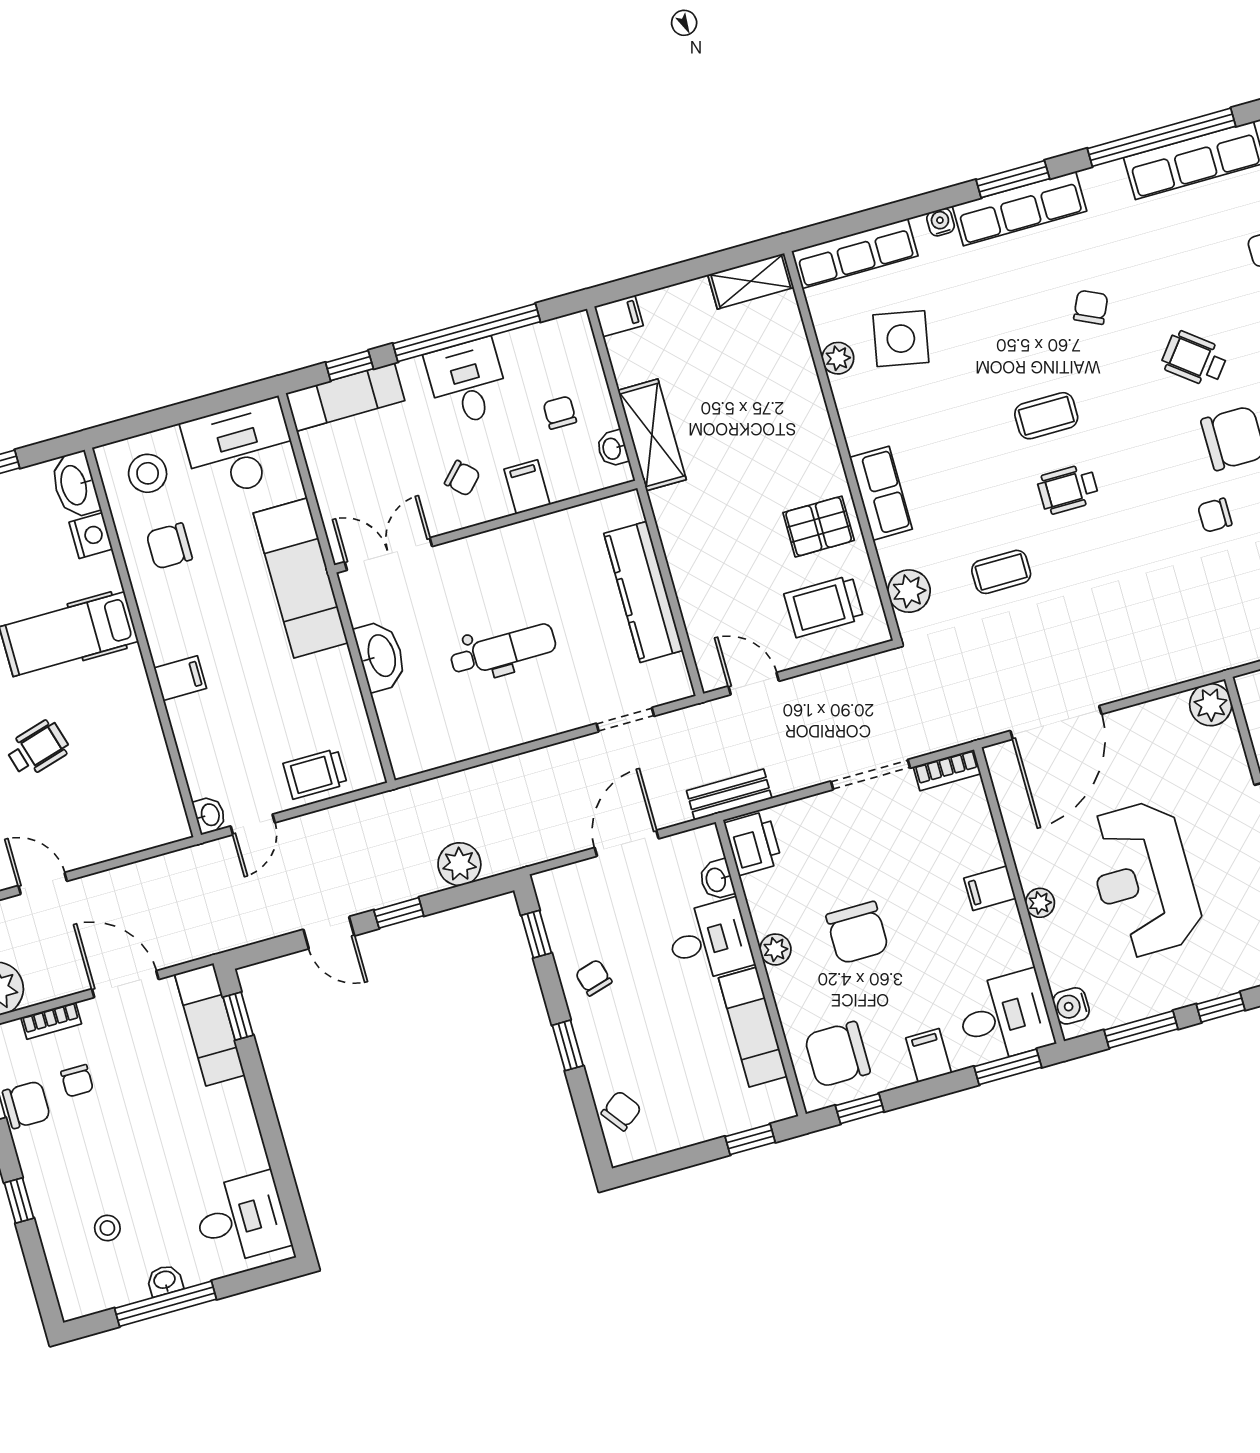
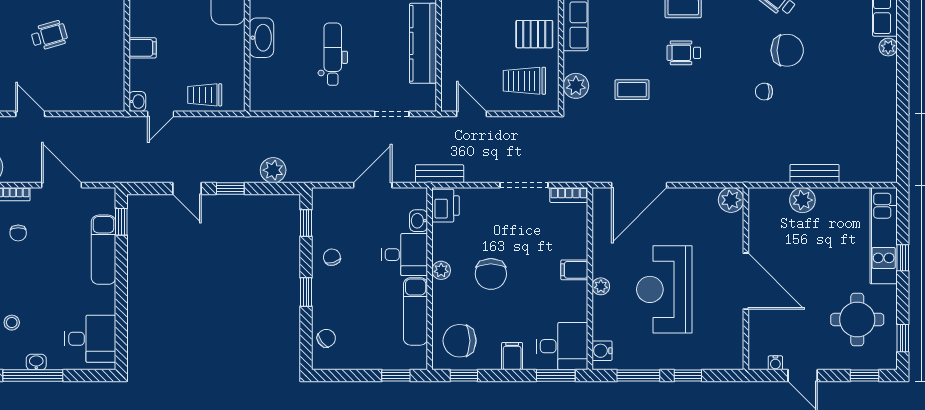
dental chair: (503, 650) -> (333, 54), turned -90
filing cabinet: (180, 678) -> (143, 48), moved
exam couch: (210, 1025) -> (104, 250), moved

